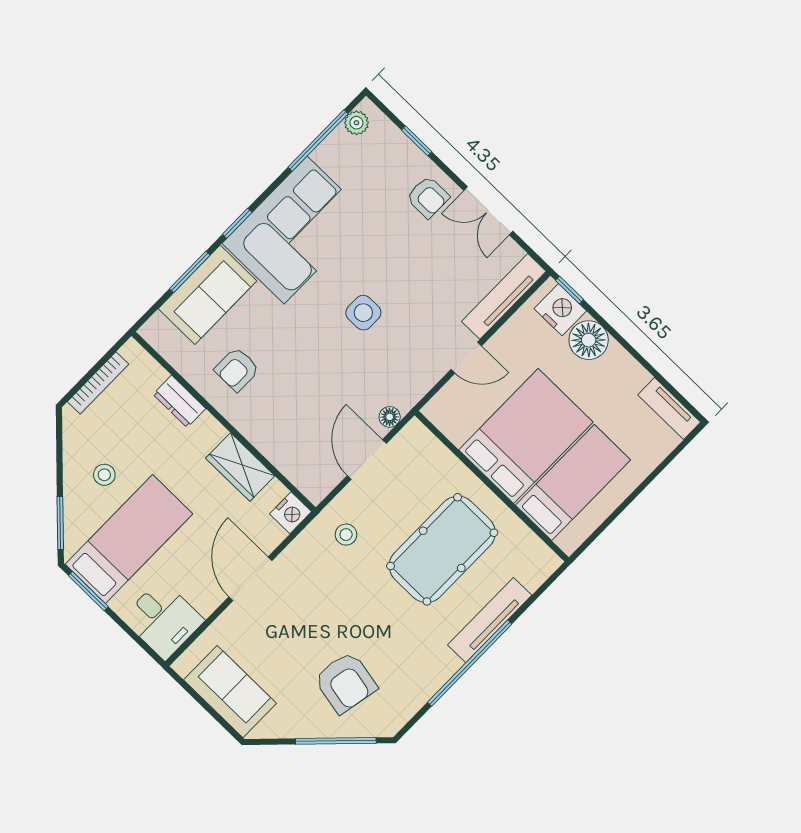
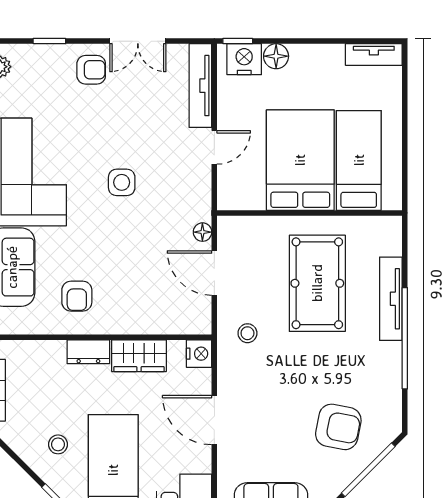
floor lamp: (589, 340) -> (276, 56), width x0.73, depth x0.73
dresser: (179, 401) -> (88, 352), moved

